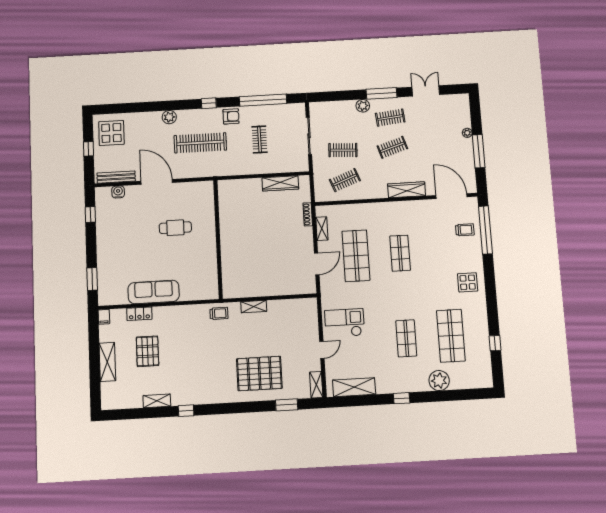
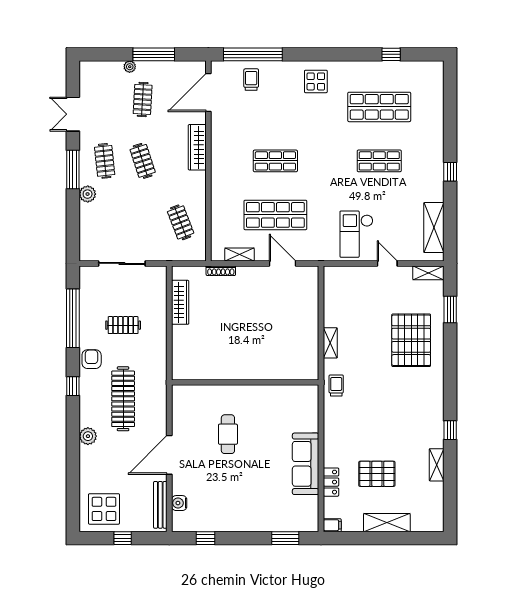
clothes rail: (343, 150) -> (143, 99), moved
plant: (439, 381) -> (432, 125), removed

